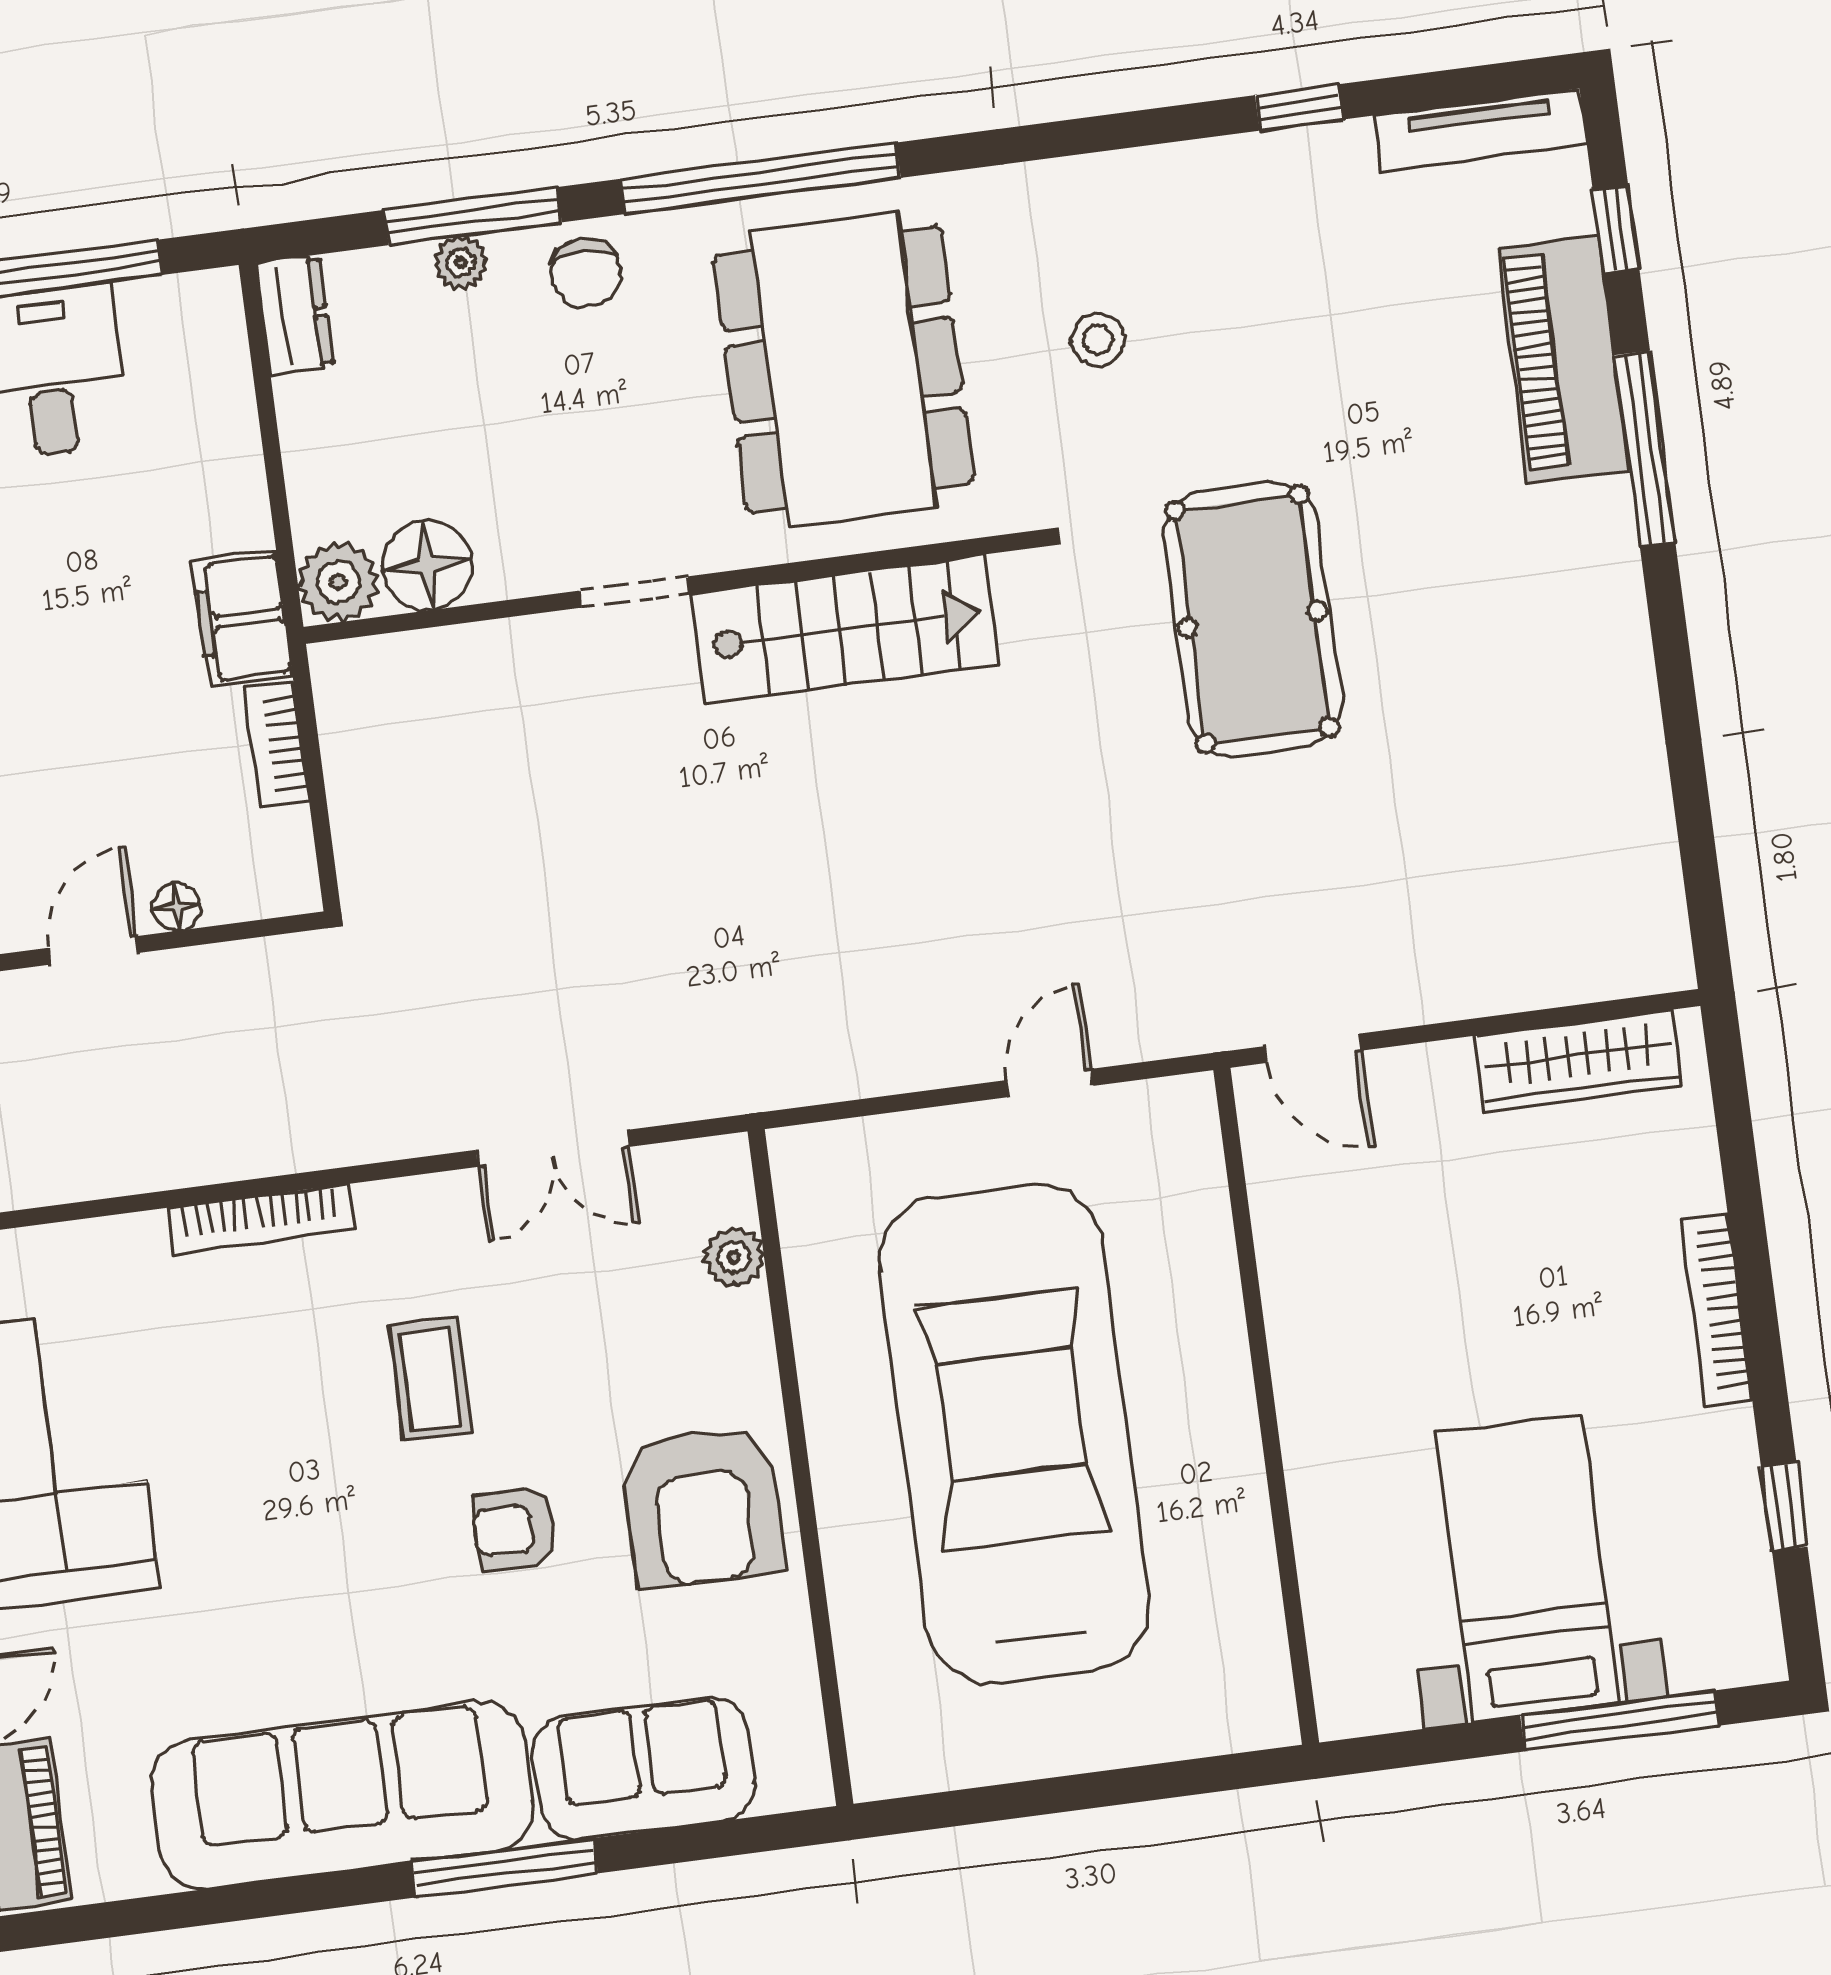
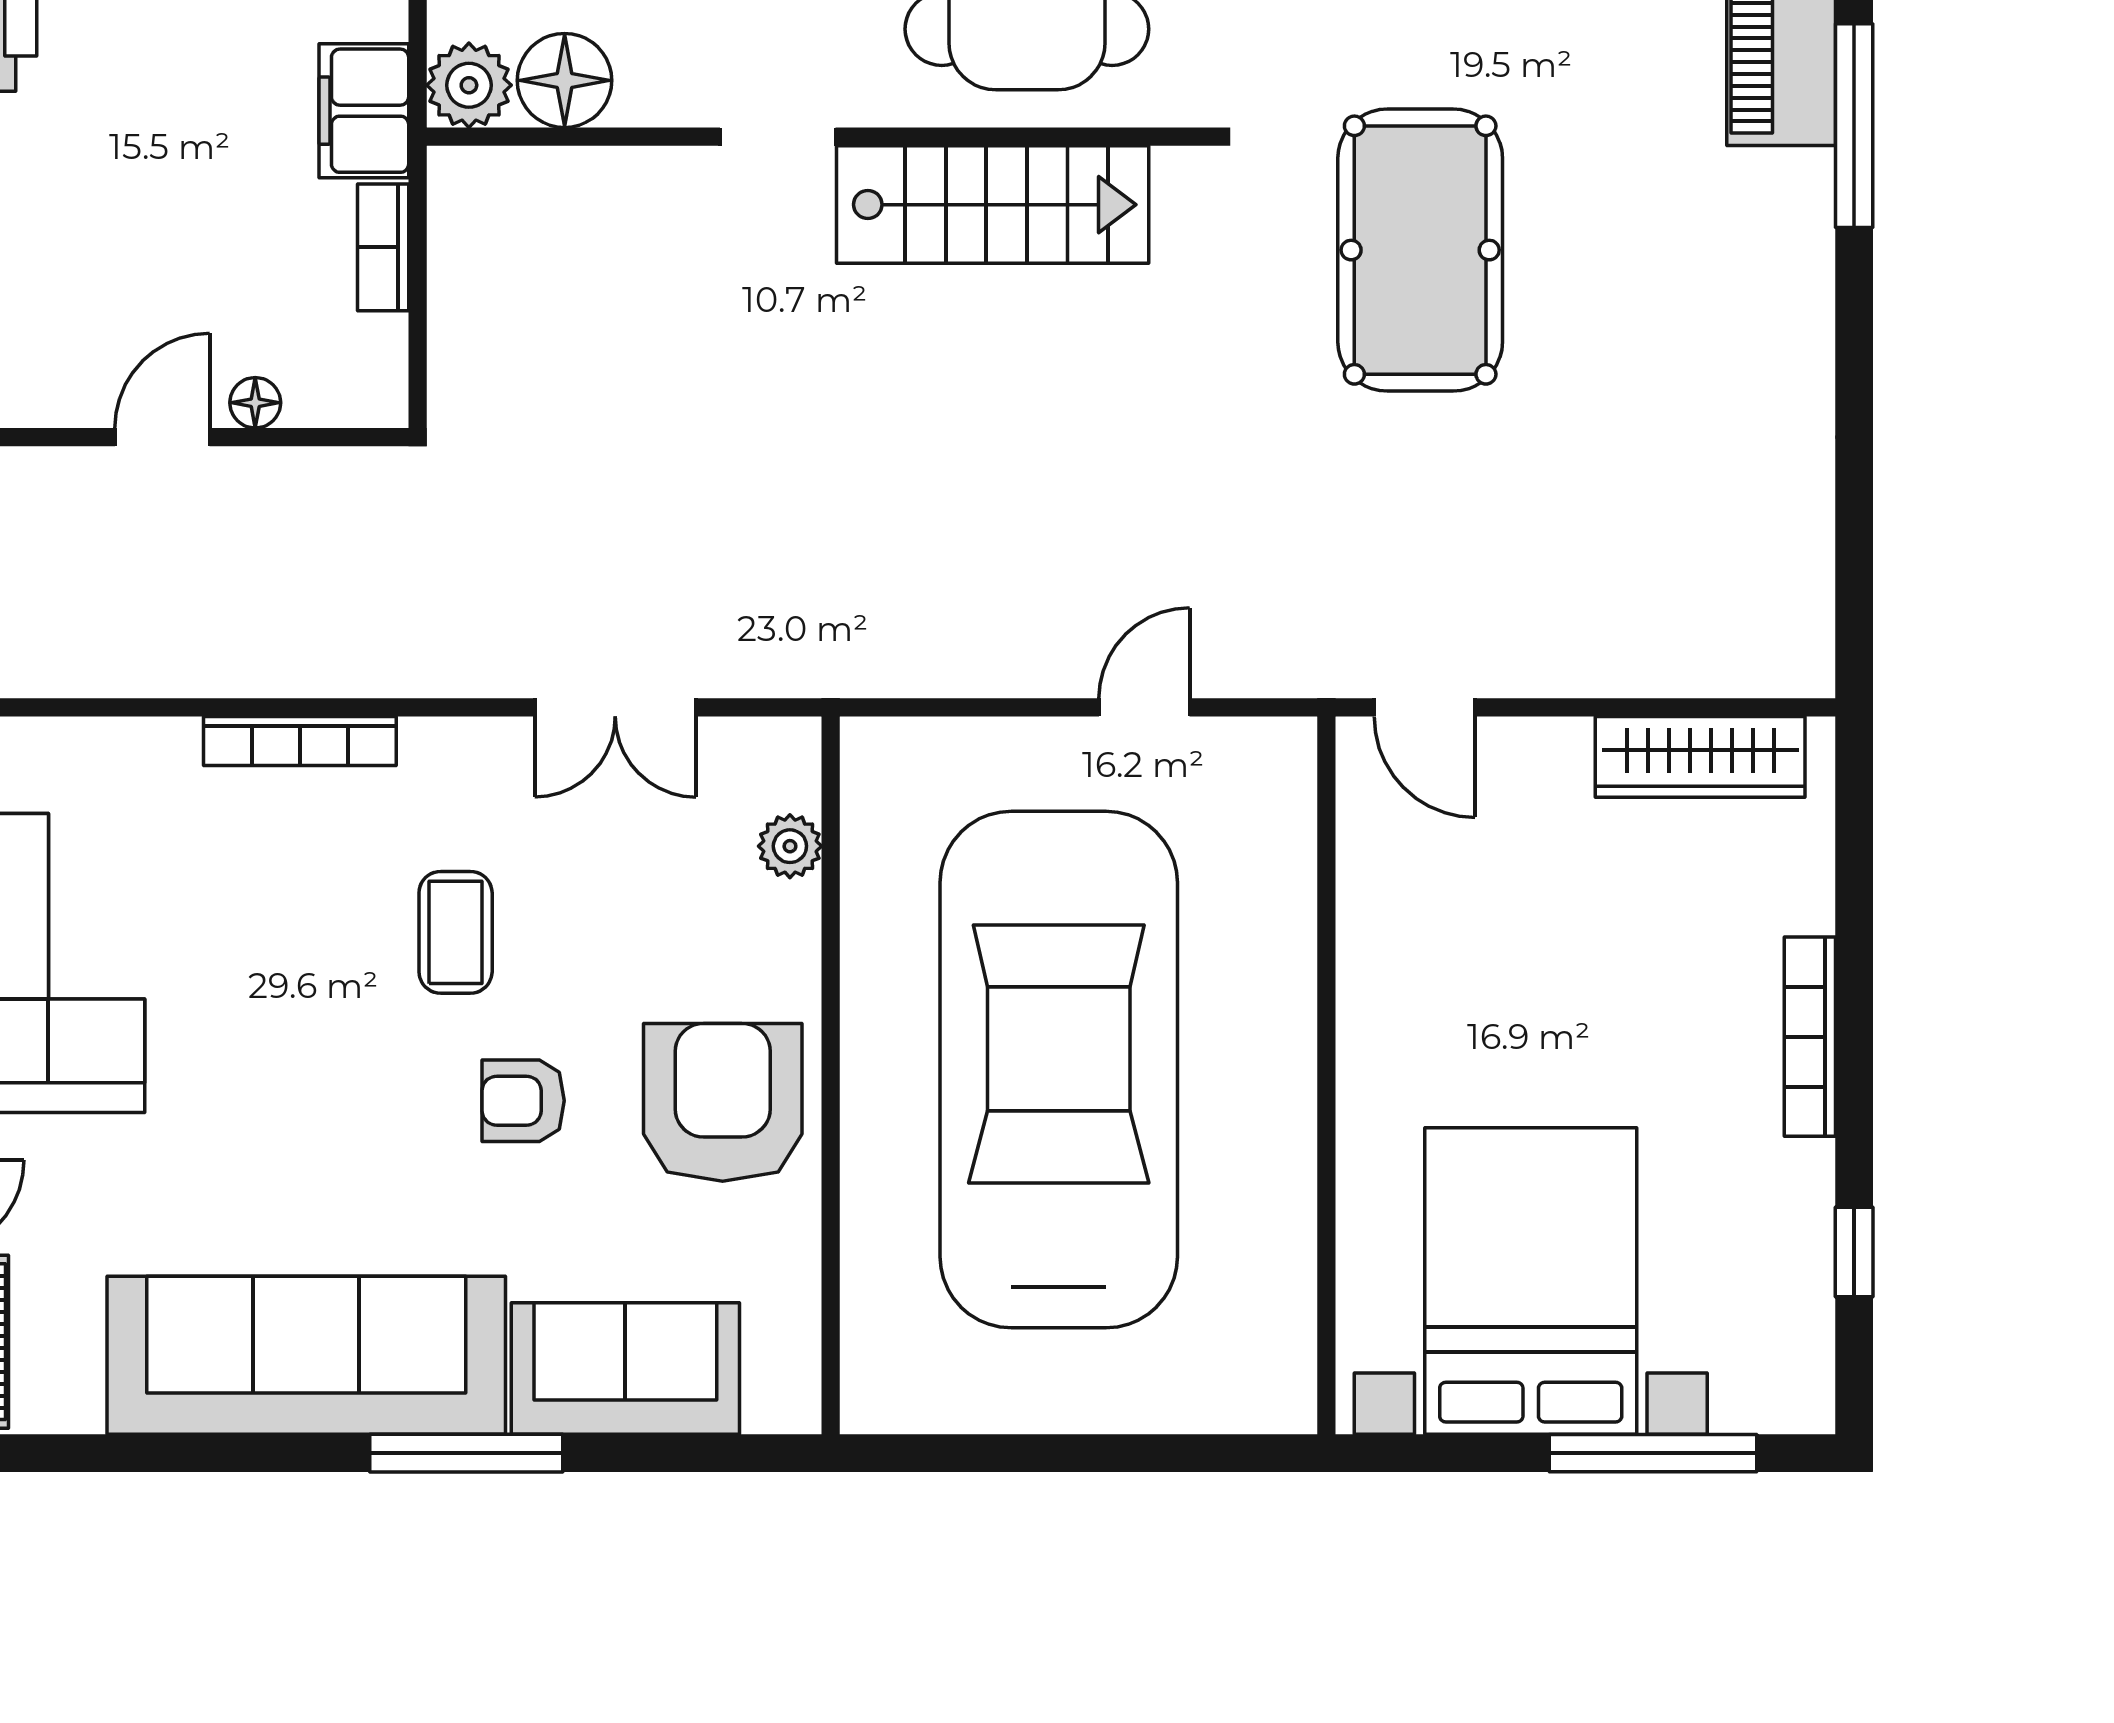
armchair: (702, 1506) -> (723, 1102), turned 180
bed with nightstands: (1528, 1568) -> (1531, 1281), width x1.36

